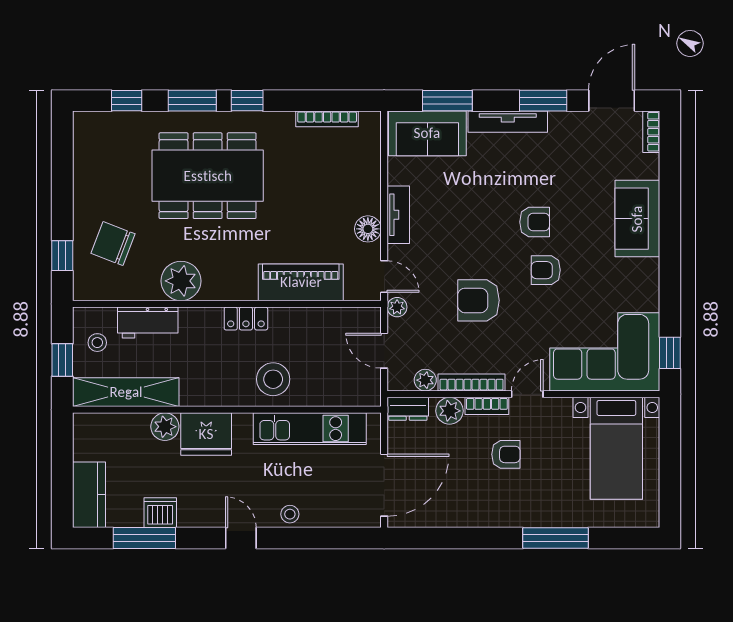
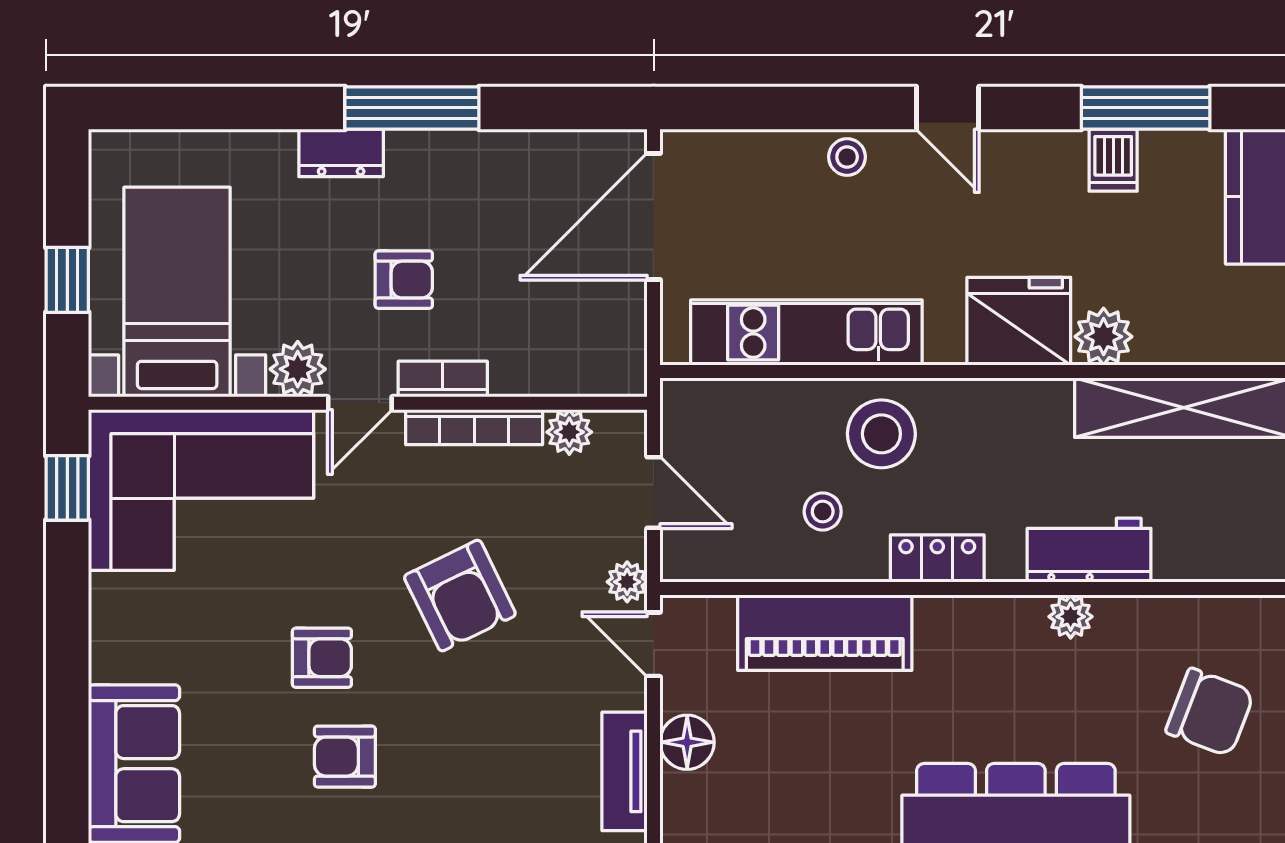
plant: (181, 281) -> (1071, 617), width x0.53, depth x0.53
armchair: (479, 300) -> (460, 596), turned 64
workbench: (148, 323) -> (1089, 550), moved
stool: (97, 343) -> (823, 512), moved
dresser: (408, 409) -> (341, 153), moved, turned 180
plant: (450, 411) -> (298, 369), moved
armchair: (506, 454) -> (404, 280), turned 180
window: (670, 454) -> (67, 280), added
dishwasher: (160, 513) -> (1113, 160), width x0.73
window: (556, 538) -> (412, 108), moved

